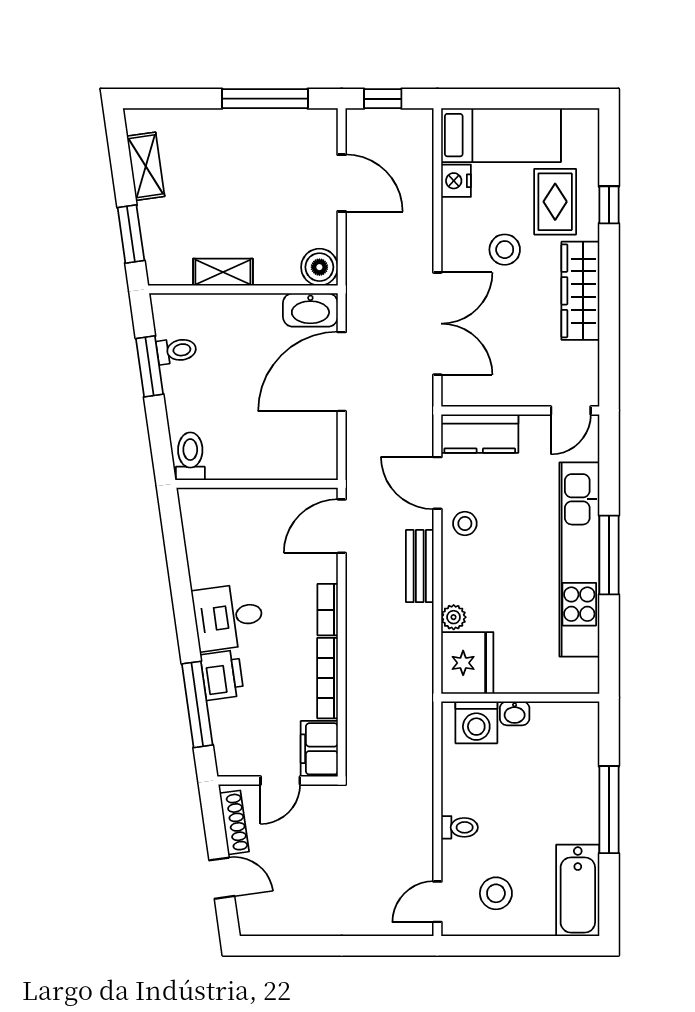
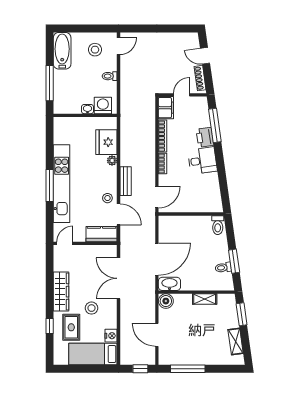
wall: (520, 698) -> (85, 115), moved
washbasin: (515, 713) -> (88, 109), moved
washing machine: (476, 722) -> (103, 105), moved

